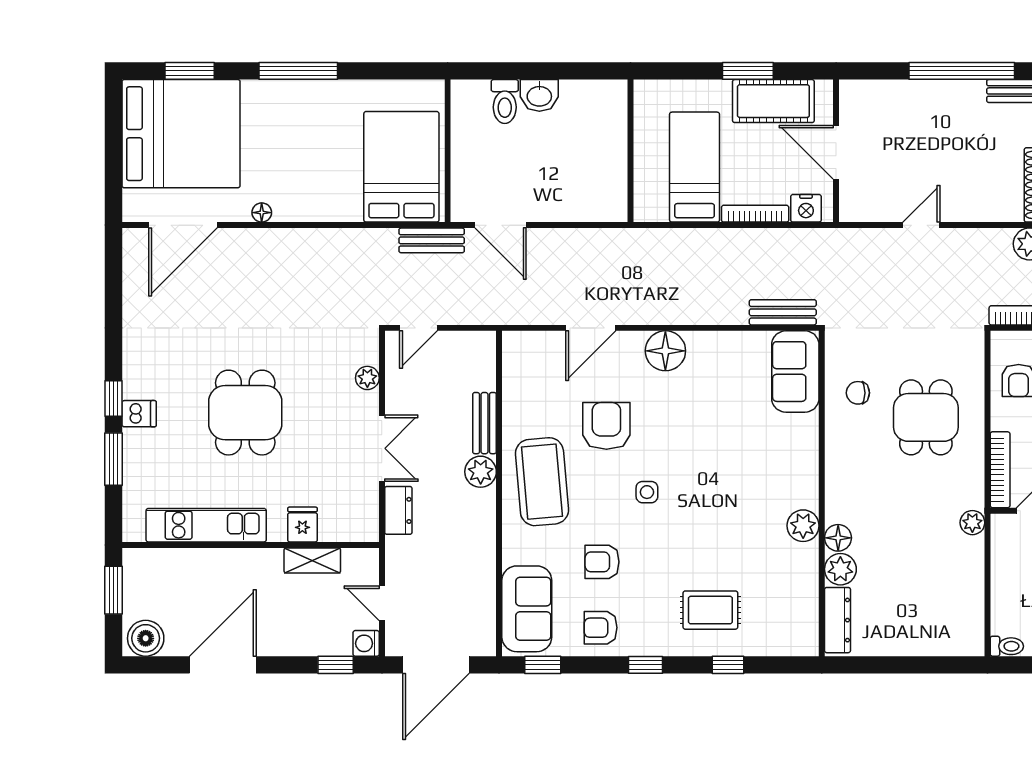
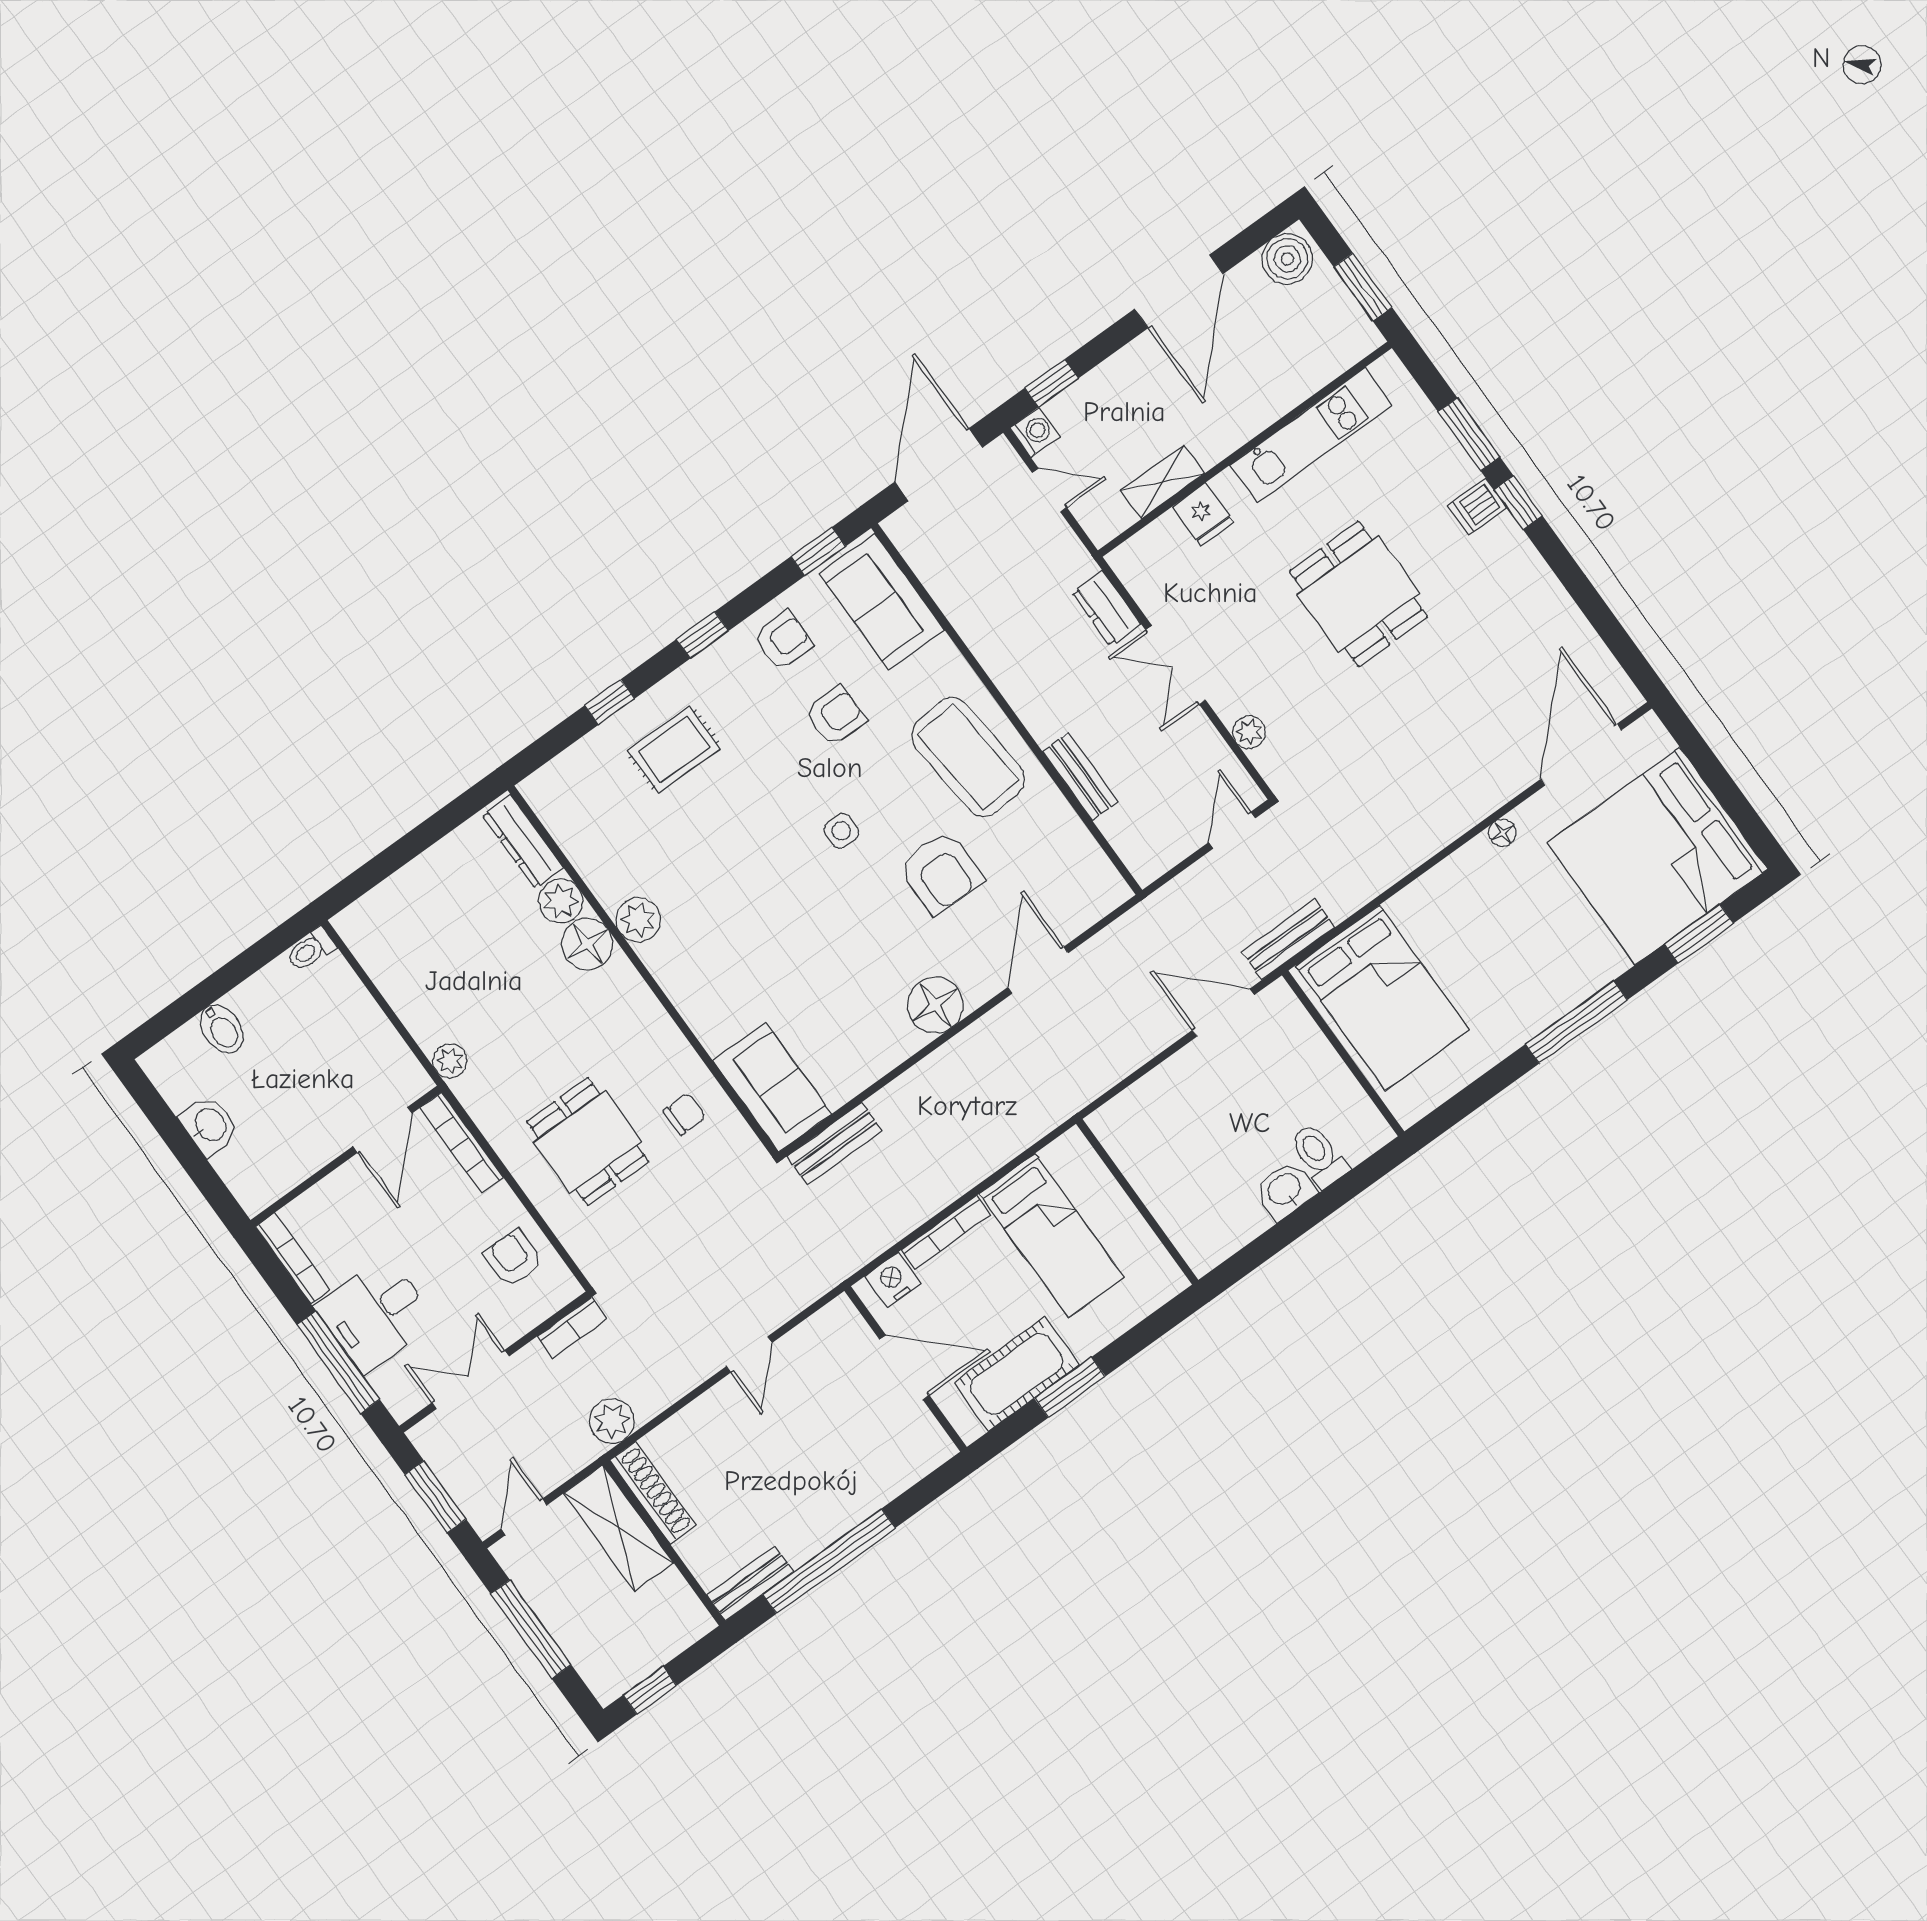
plant: (481, 472) -> (1045, 719), removed
floor lamp: (838, 538) -> (587, 944), width x1.38, depth x1.38

